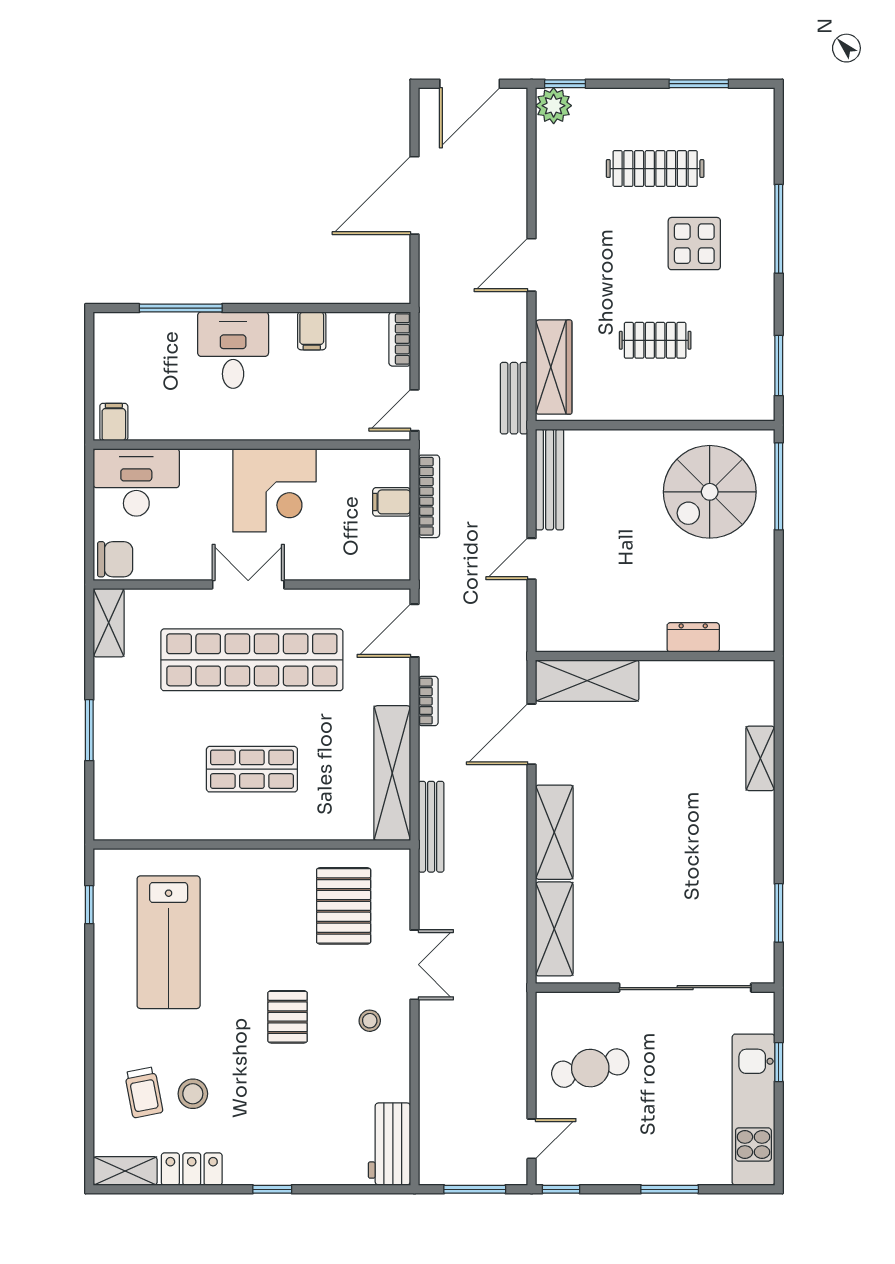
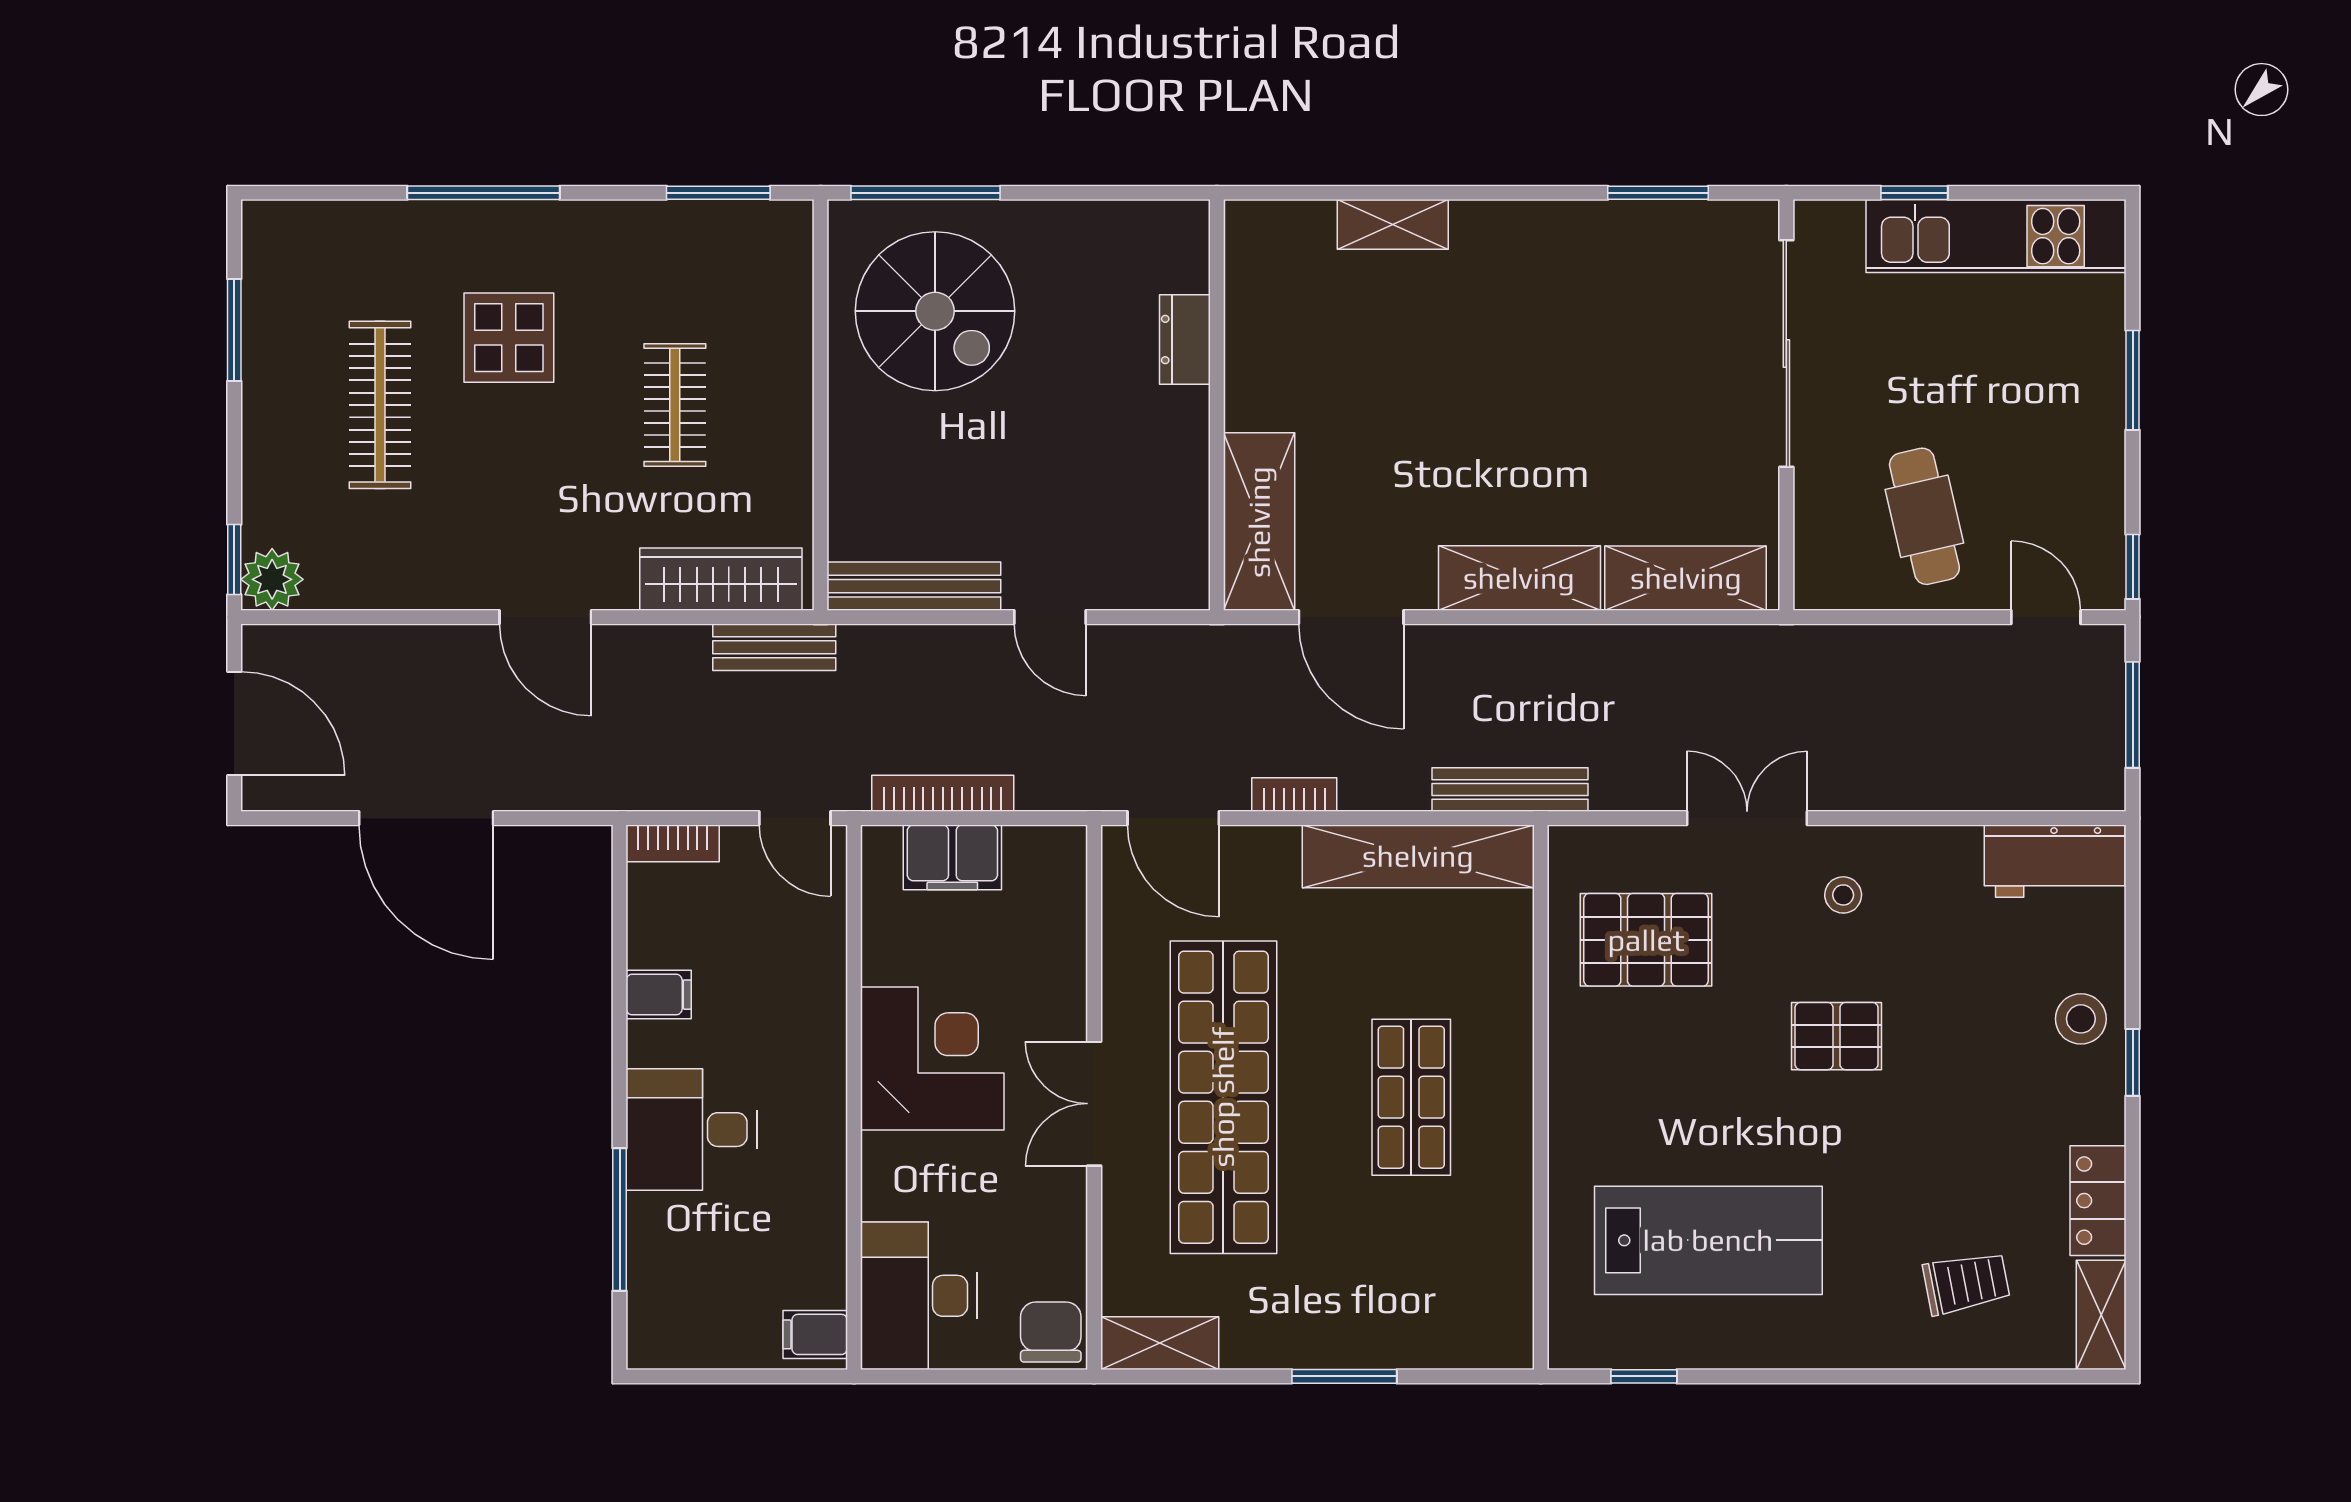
filing cabinet: (392, 502) -> (952, 857), width x2.00
stool: (193, 1094) -> (2081, 1019), moved

